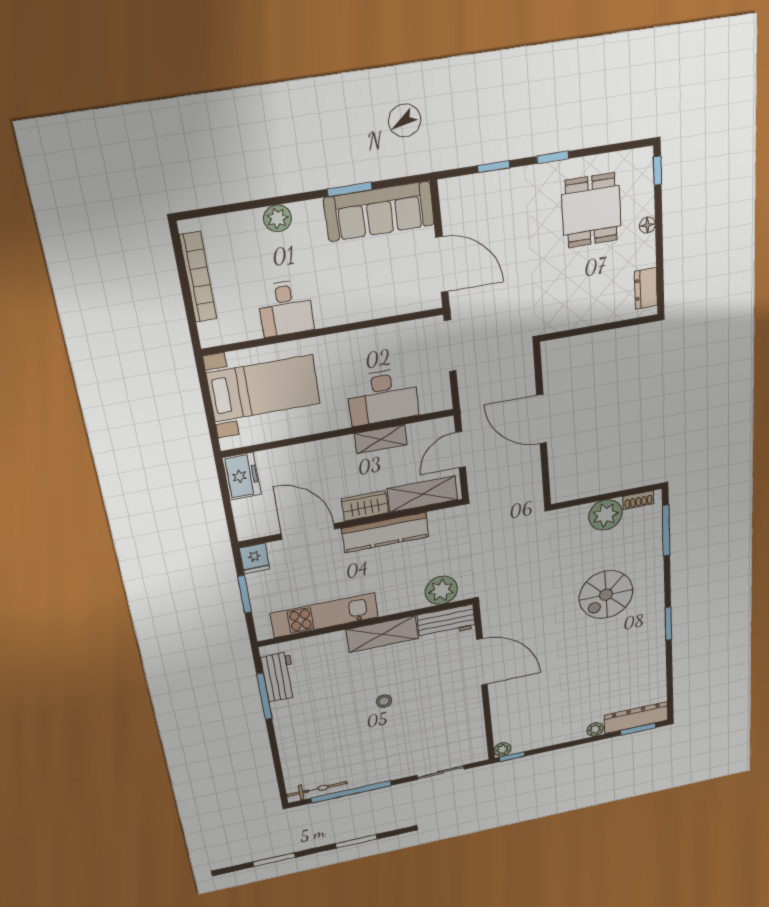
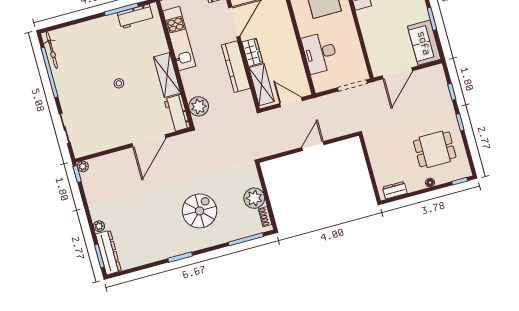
sofa: (379, 211) -> (424, 43), width x0.73
door: (542, 419) -> (313, 146), width x0.73
shelving: (381, 439) -> (294, 55), removed
spiral stairs: (606, 595) -> (200, 211), turned 90

